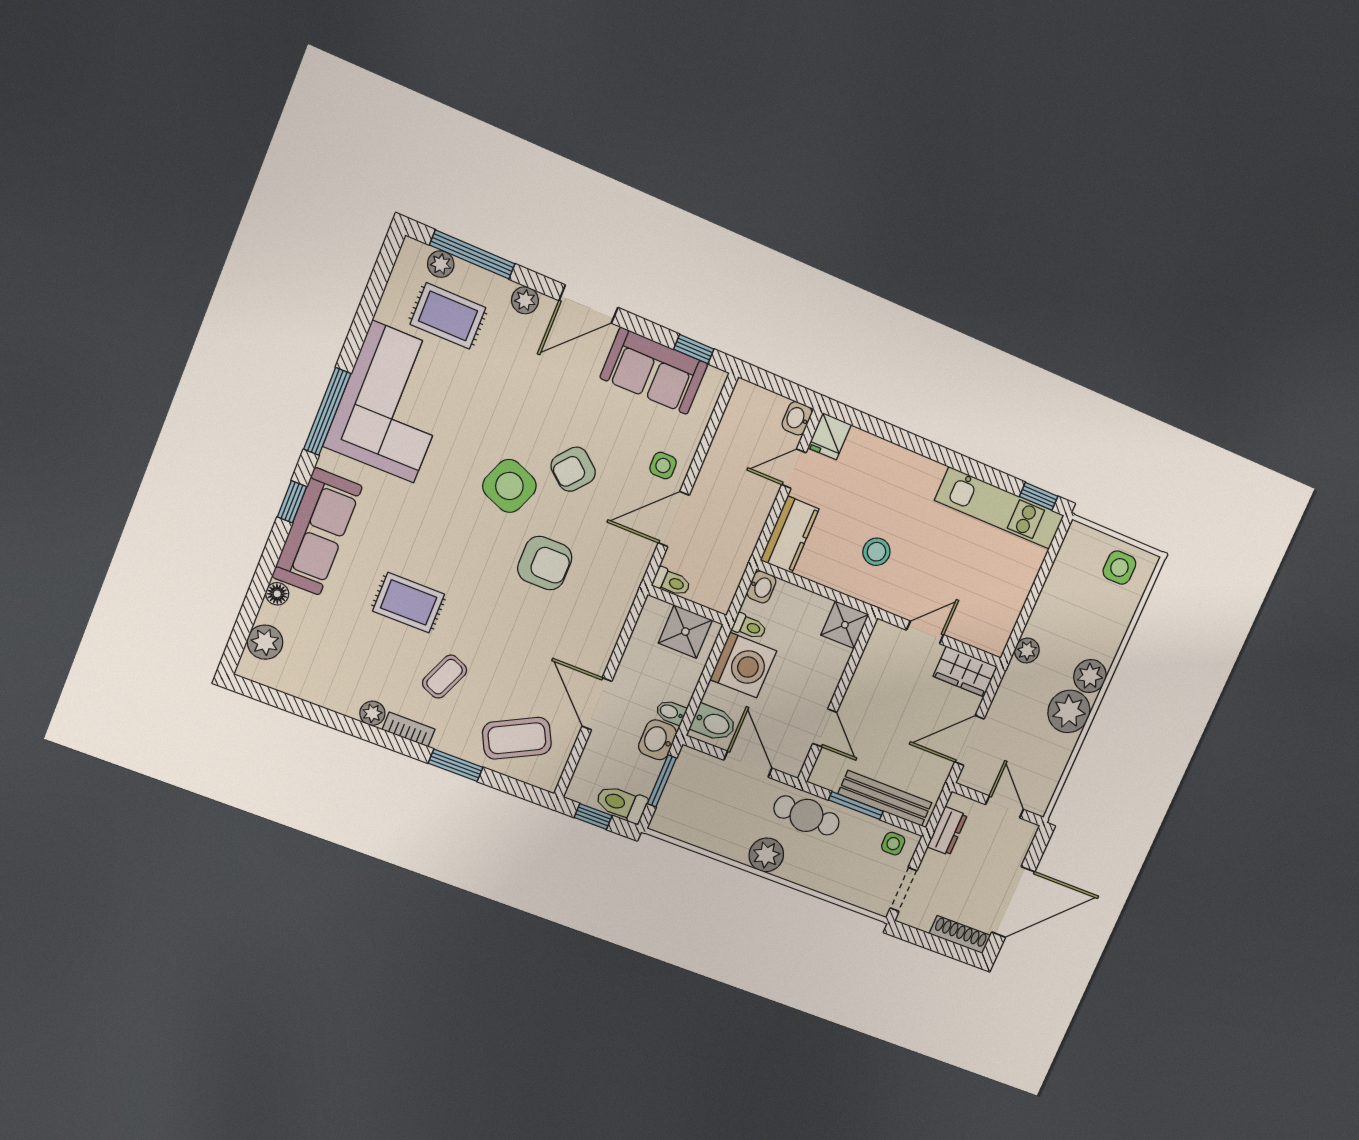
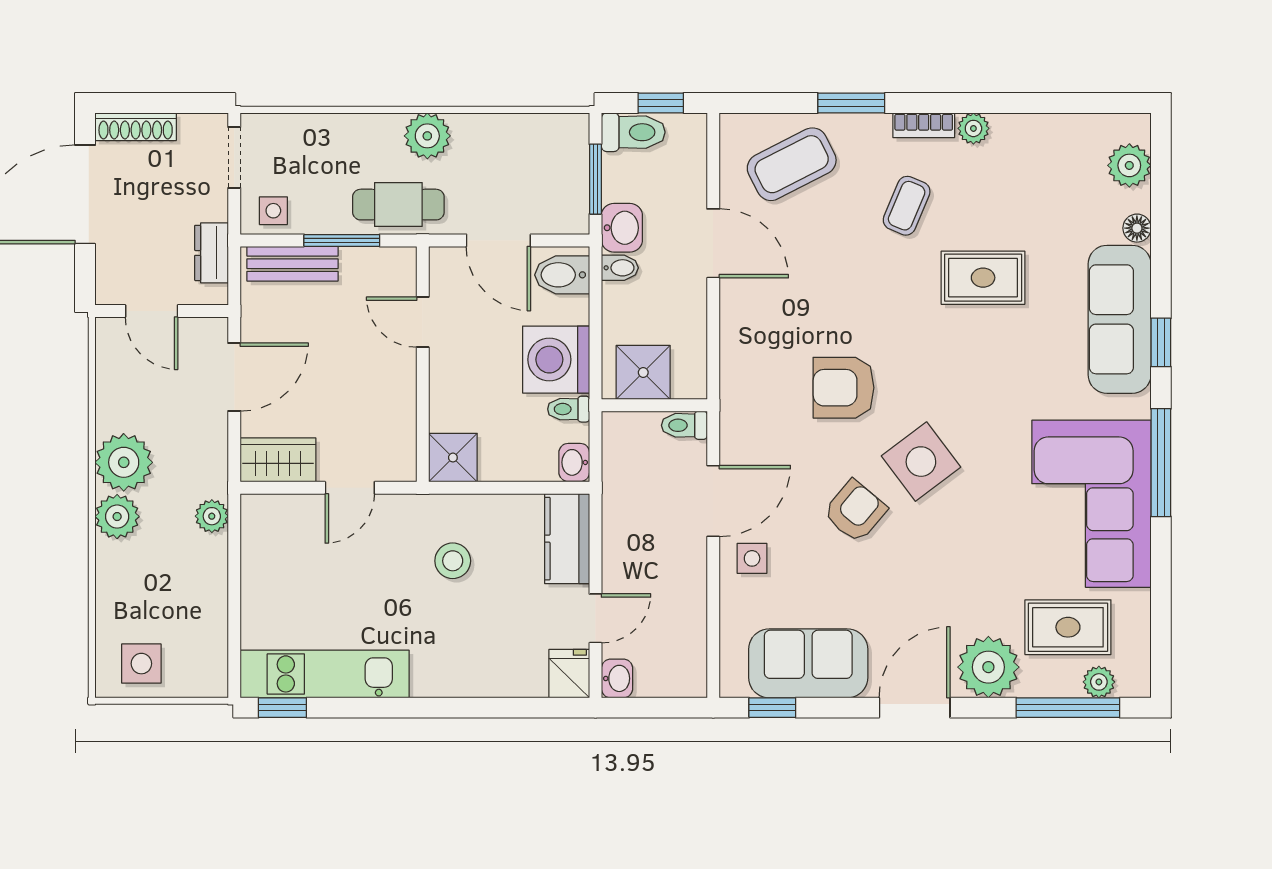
plant: (525, 300) -> (988, 667), width x1.87, depth x1.87
side table: (509, 486) -> (921, 462), turned 31
bench: (885, 798) -> (292, 264), width x0.73

